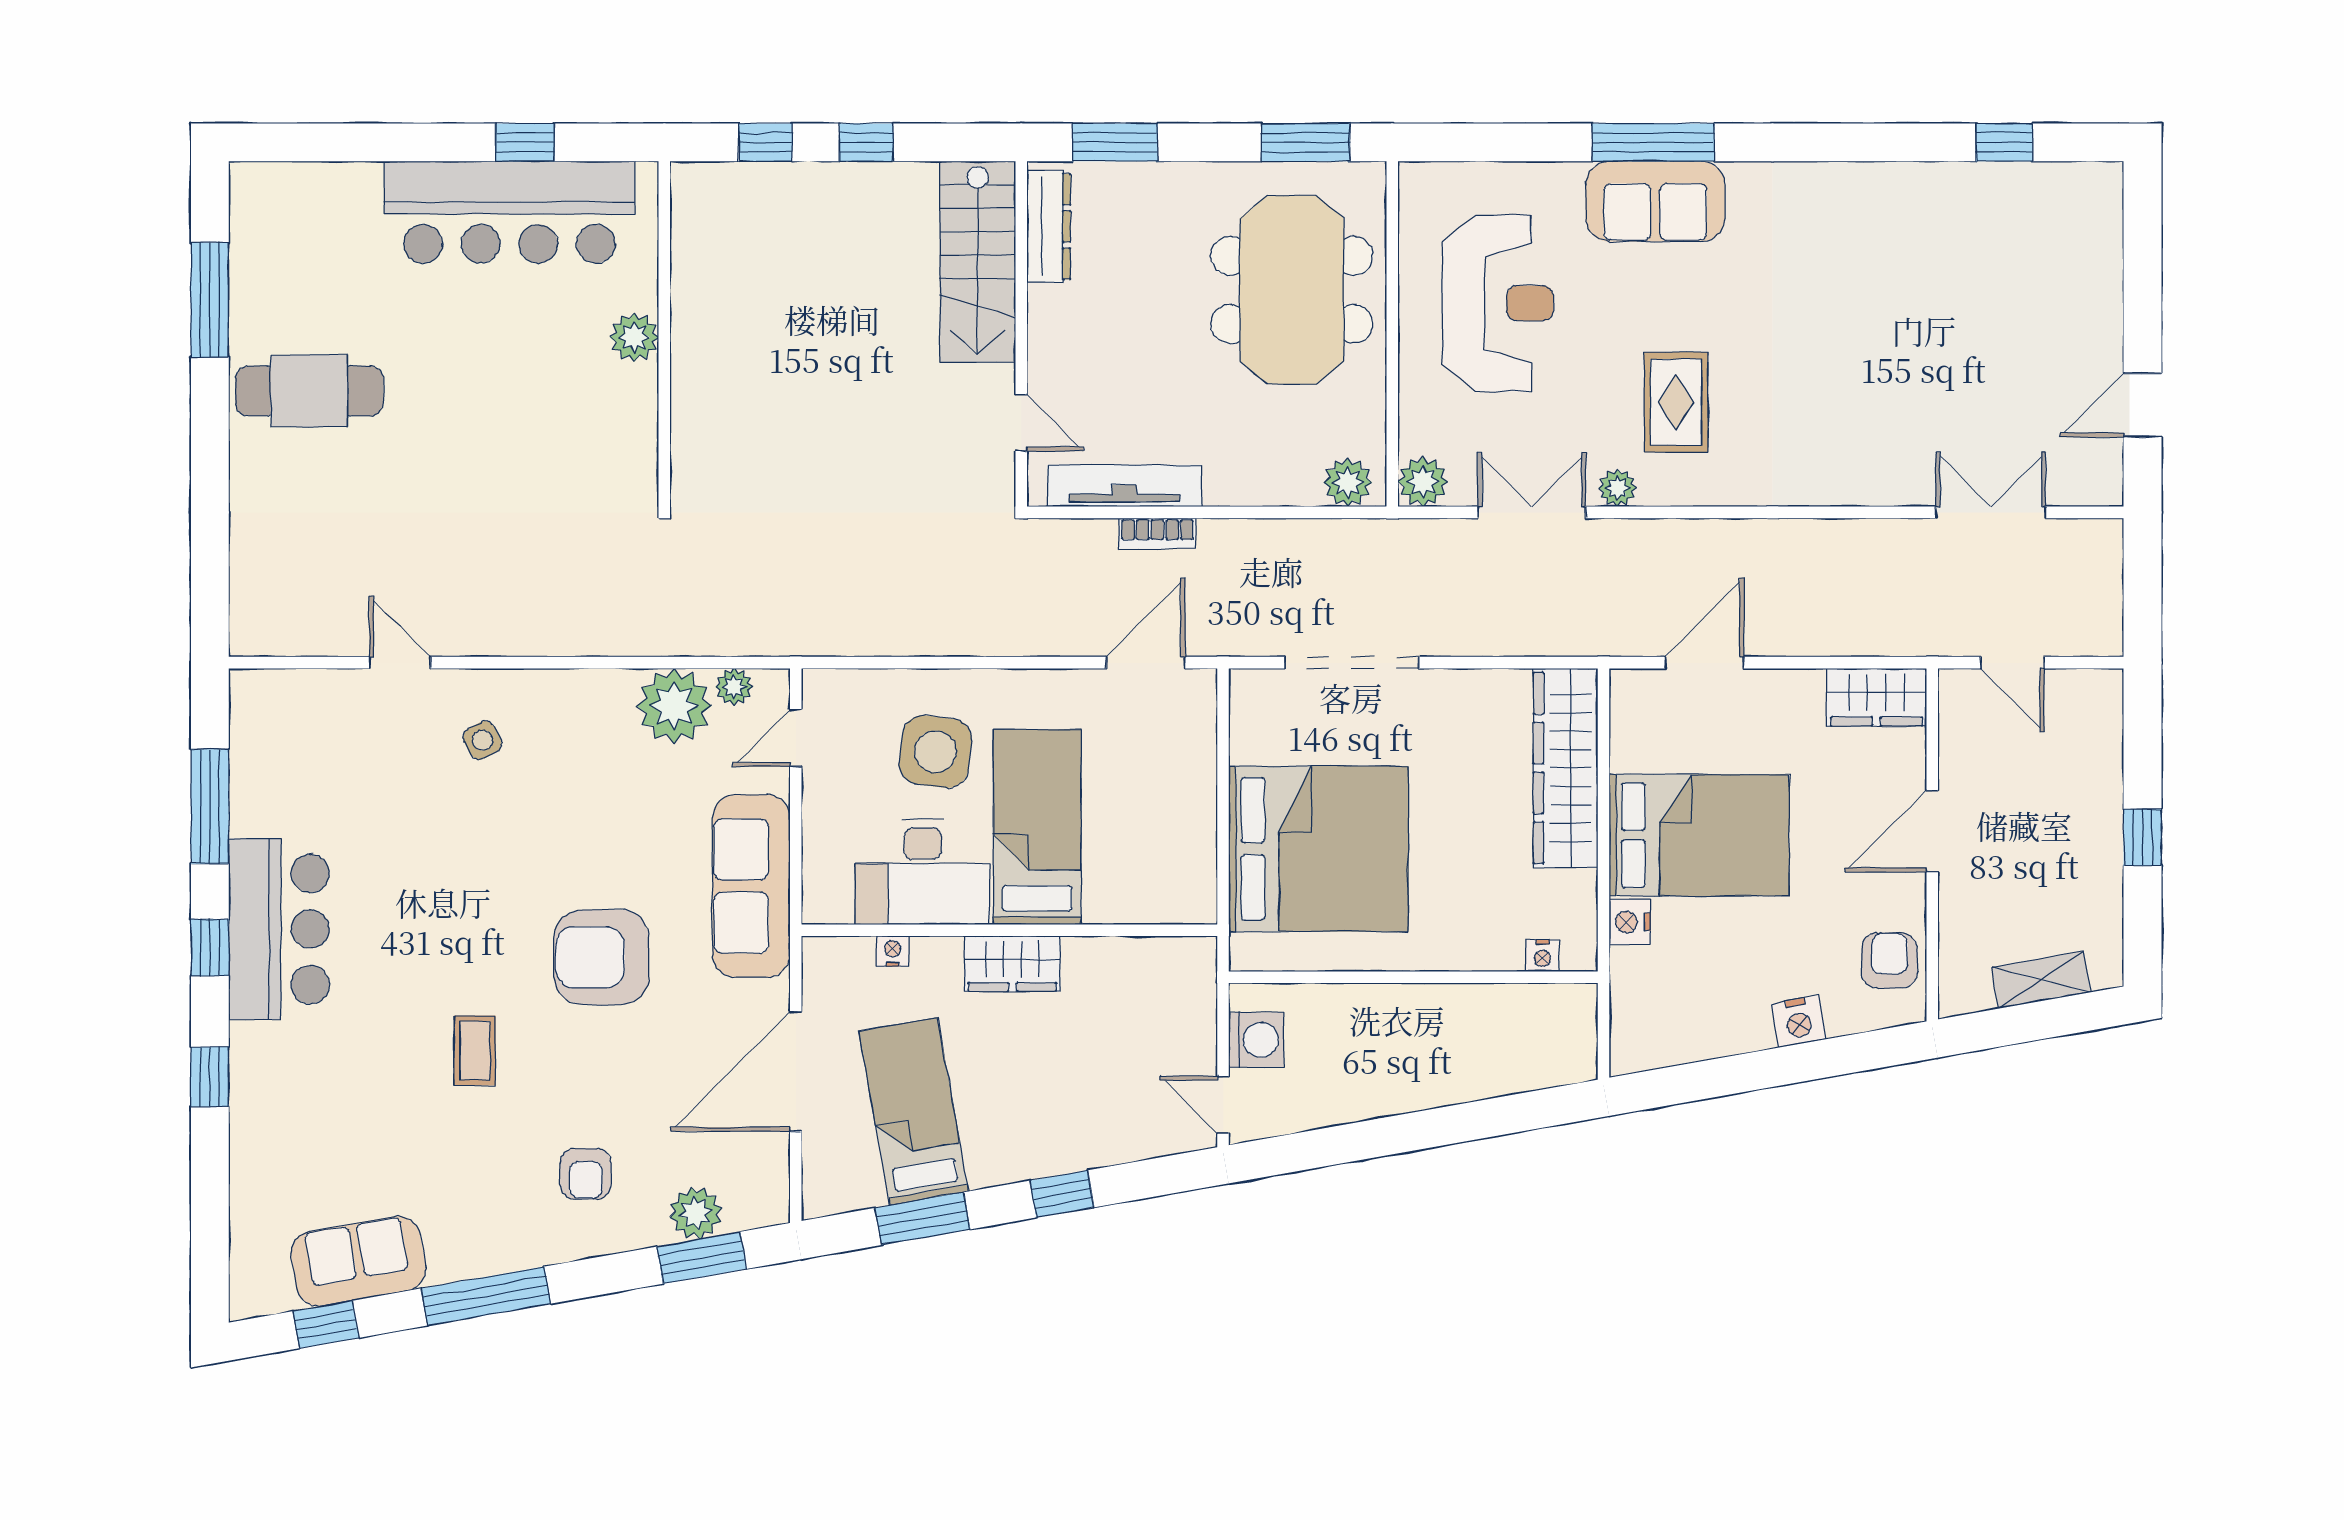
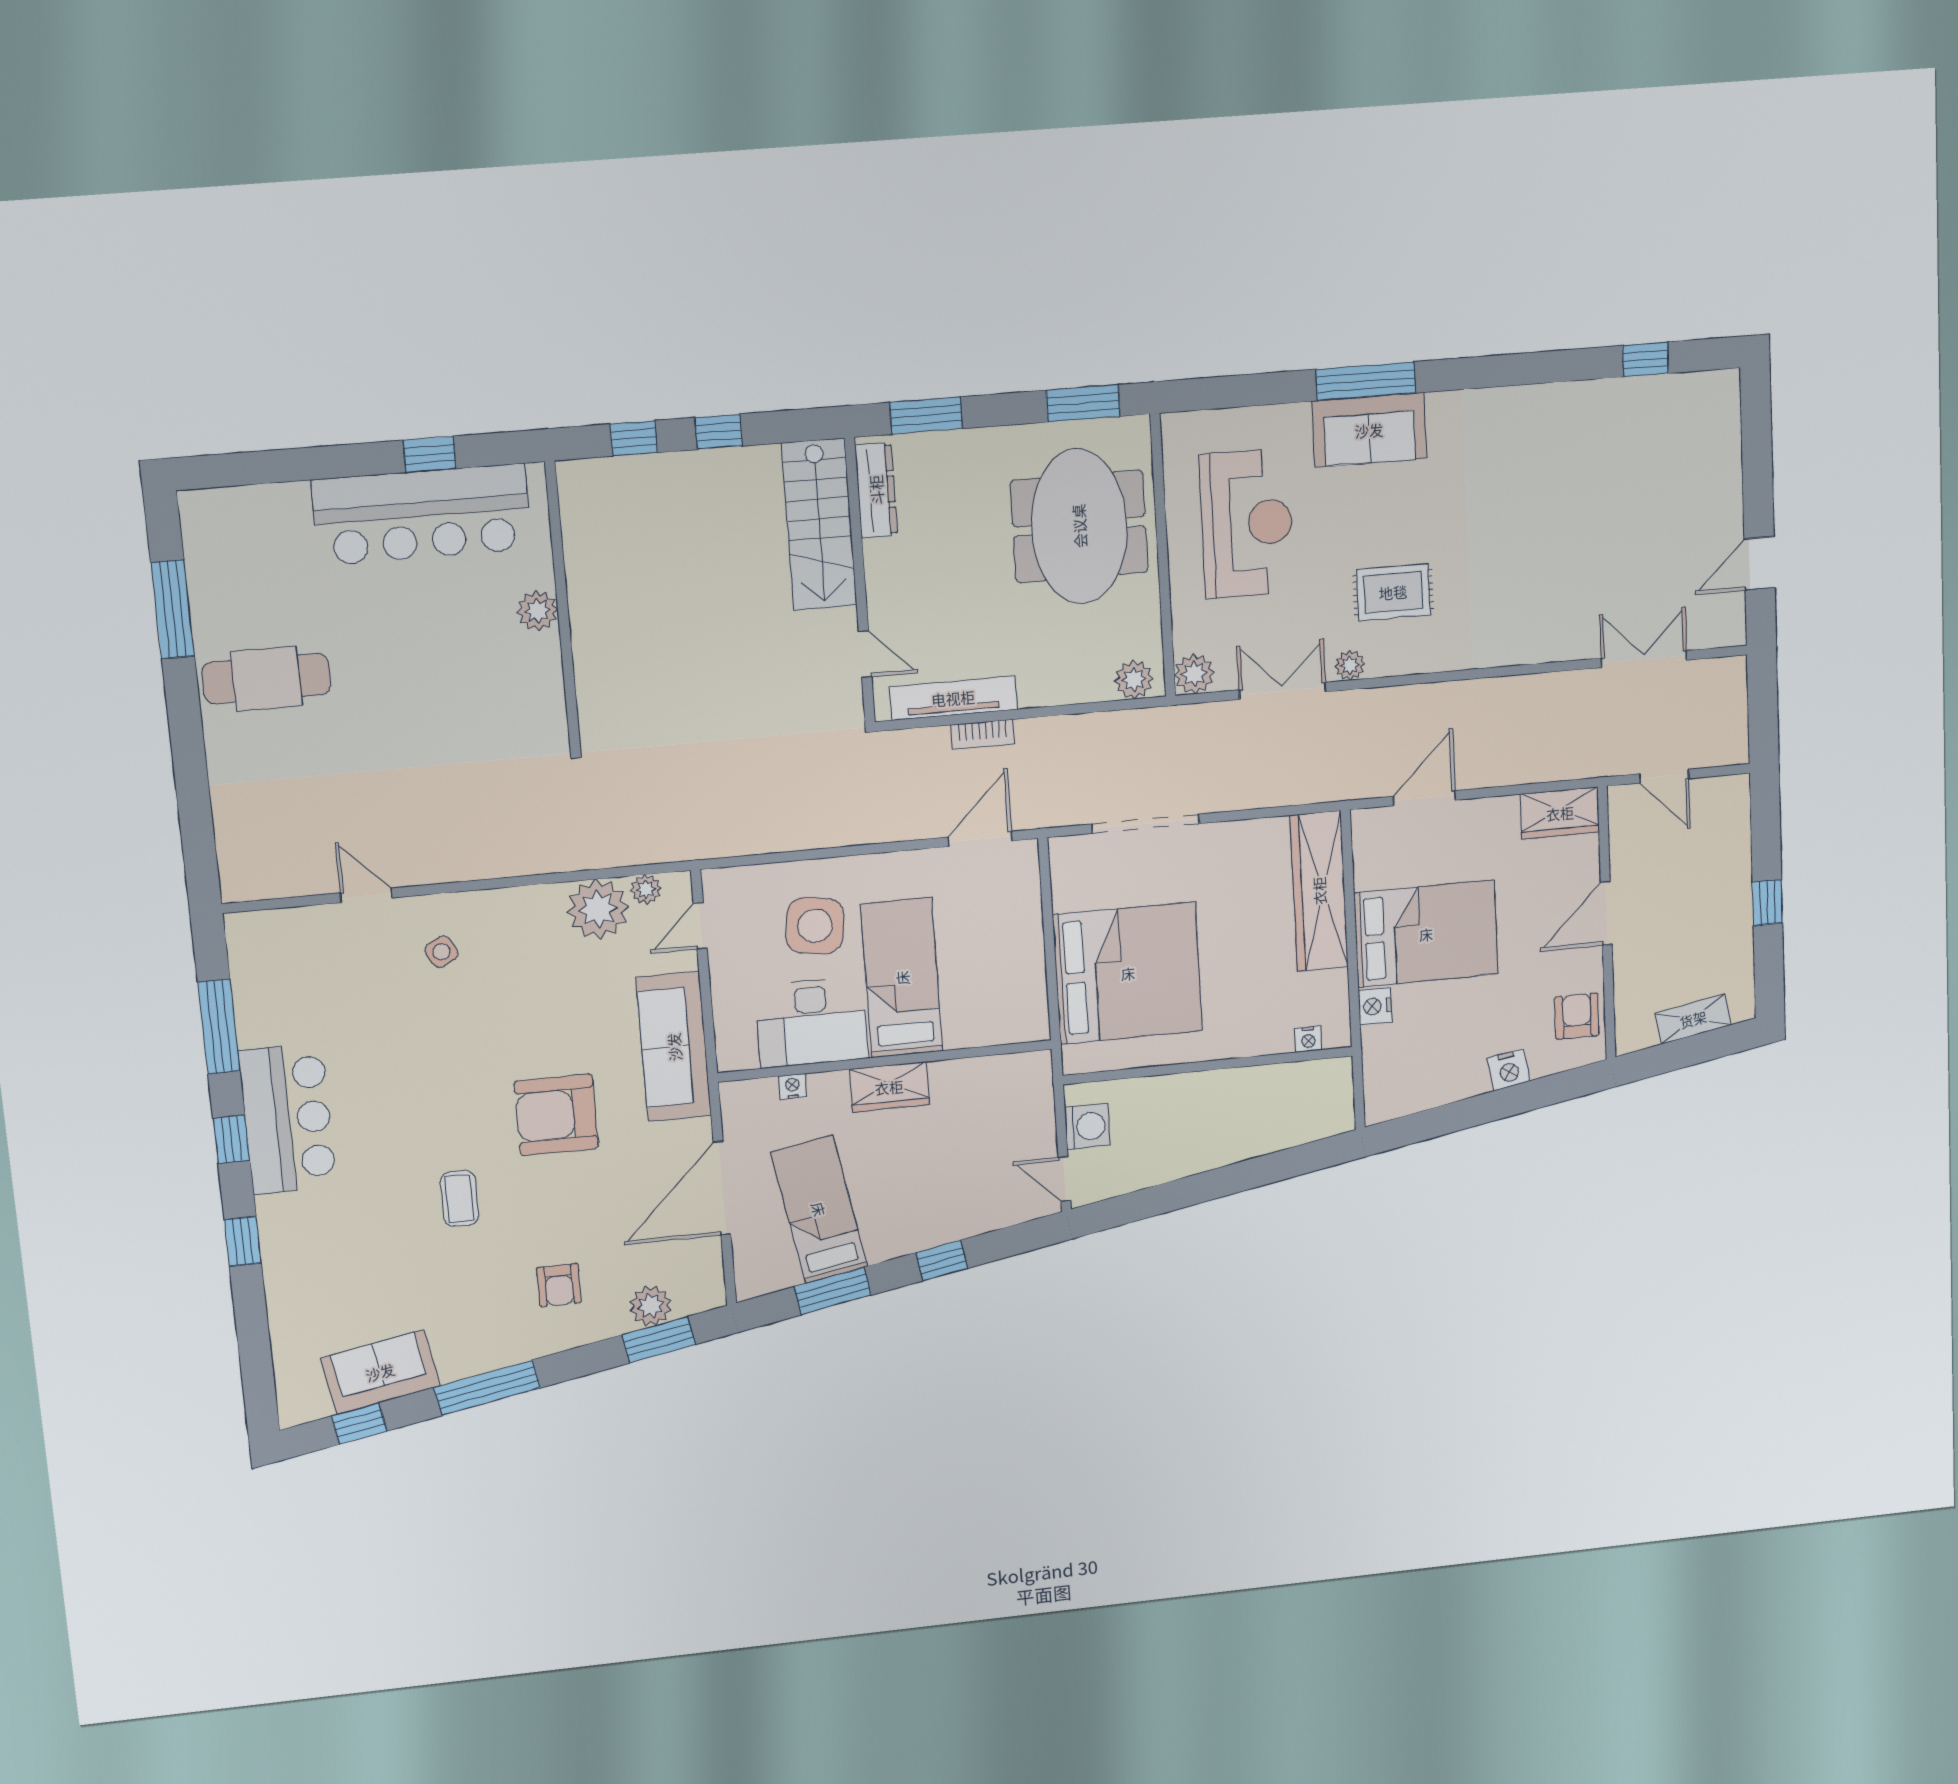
rug: (1676, 402) -> (1393, 592), turned 90

